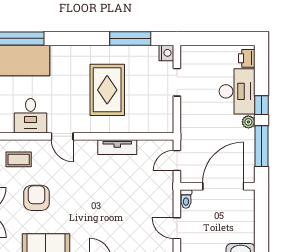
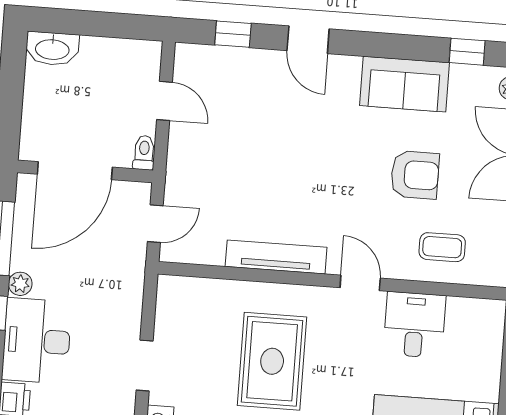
tv unit: (117, 147) -> (276, 257), width x1.41
armchair: (37, 198) -> (415, 175), turned -90

